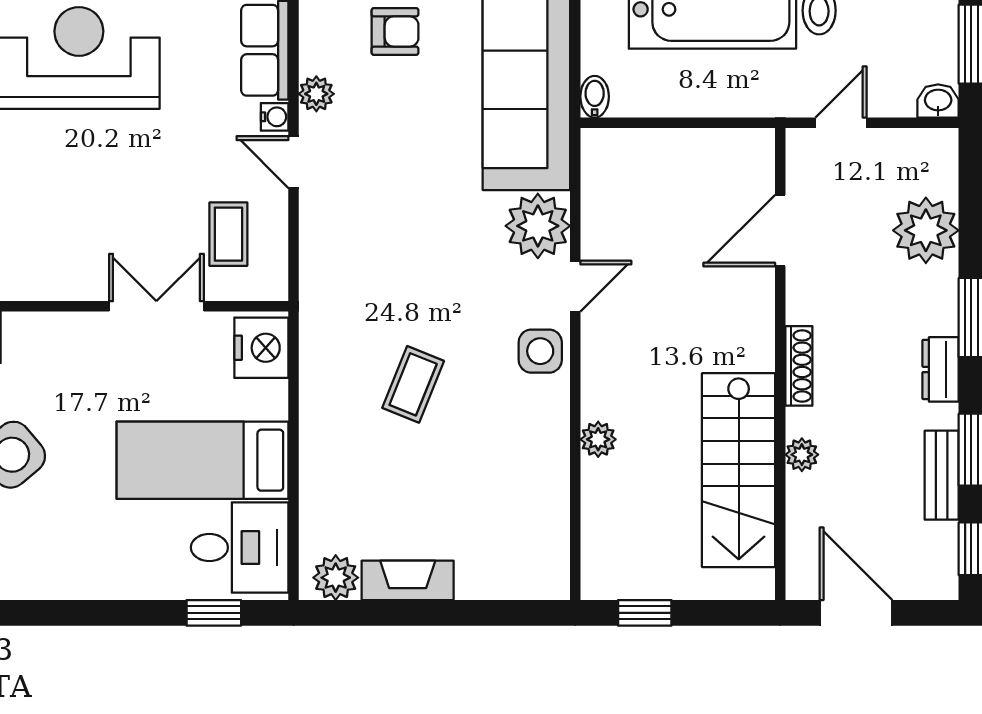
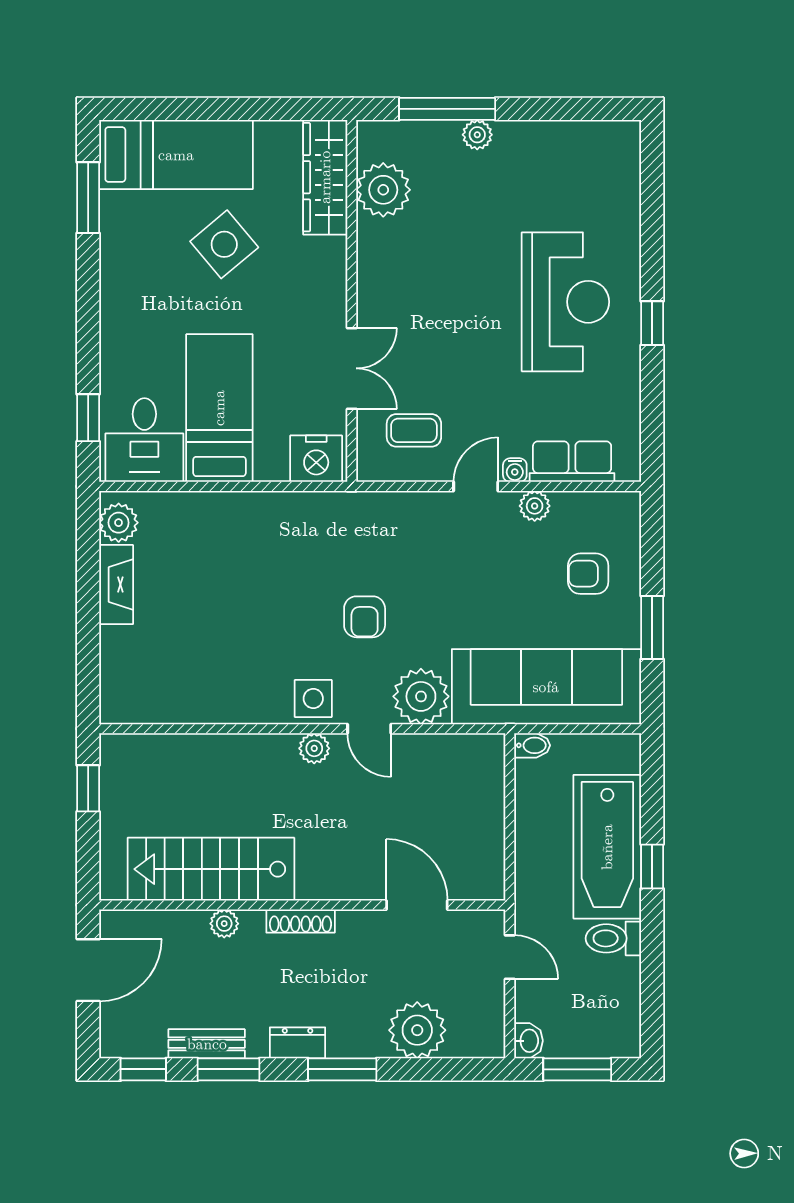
armchair: (395, 32) -> (588, 574), turned 90
armchair: (445, 292) -> (365, 617), added
coffee table: (413, 384) -> (285, 589), removed
plant: (598, 439) -> (314, 748), moved

